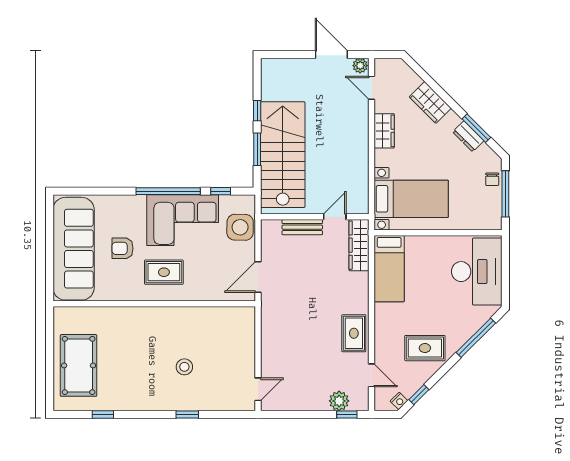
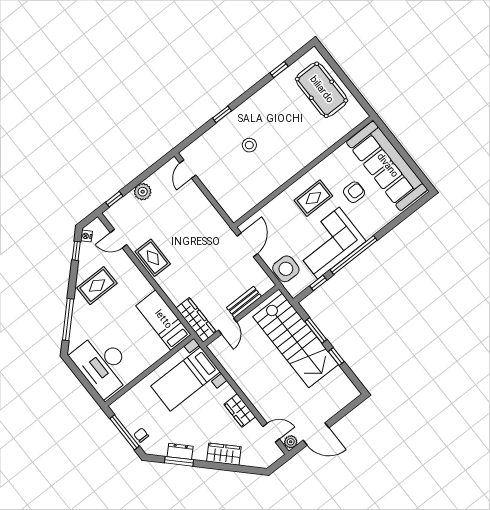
plant: (339, 401) -> (143, 192), moved

